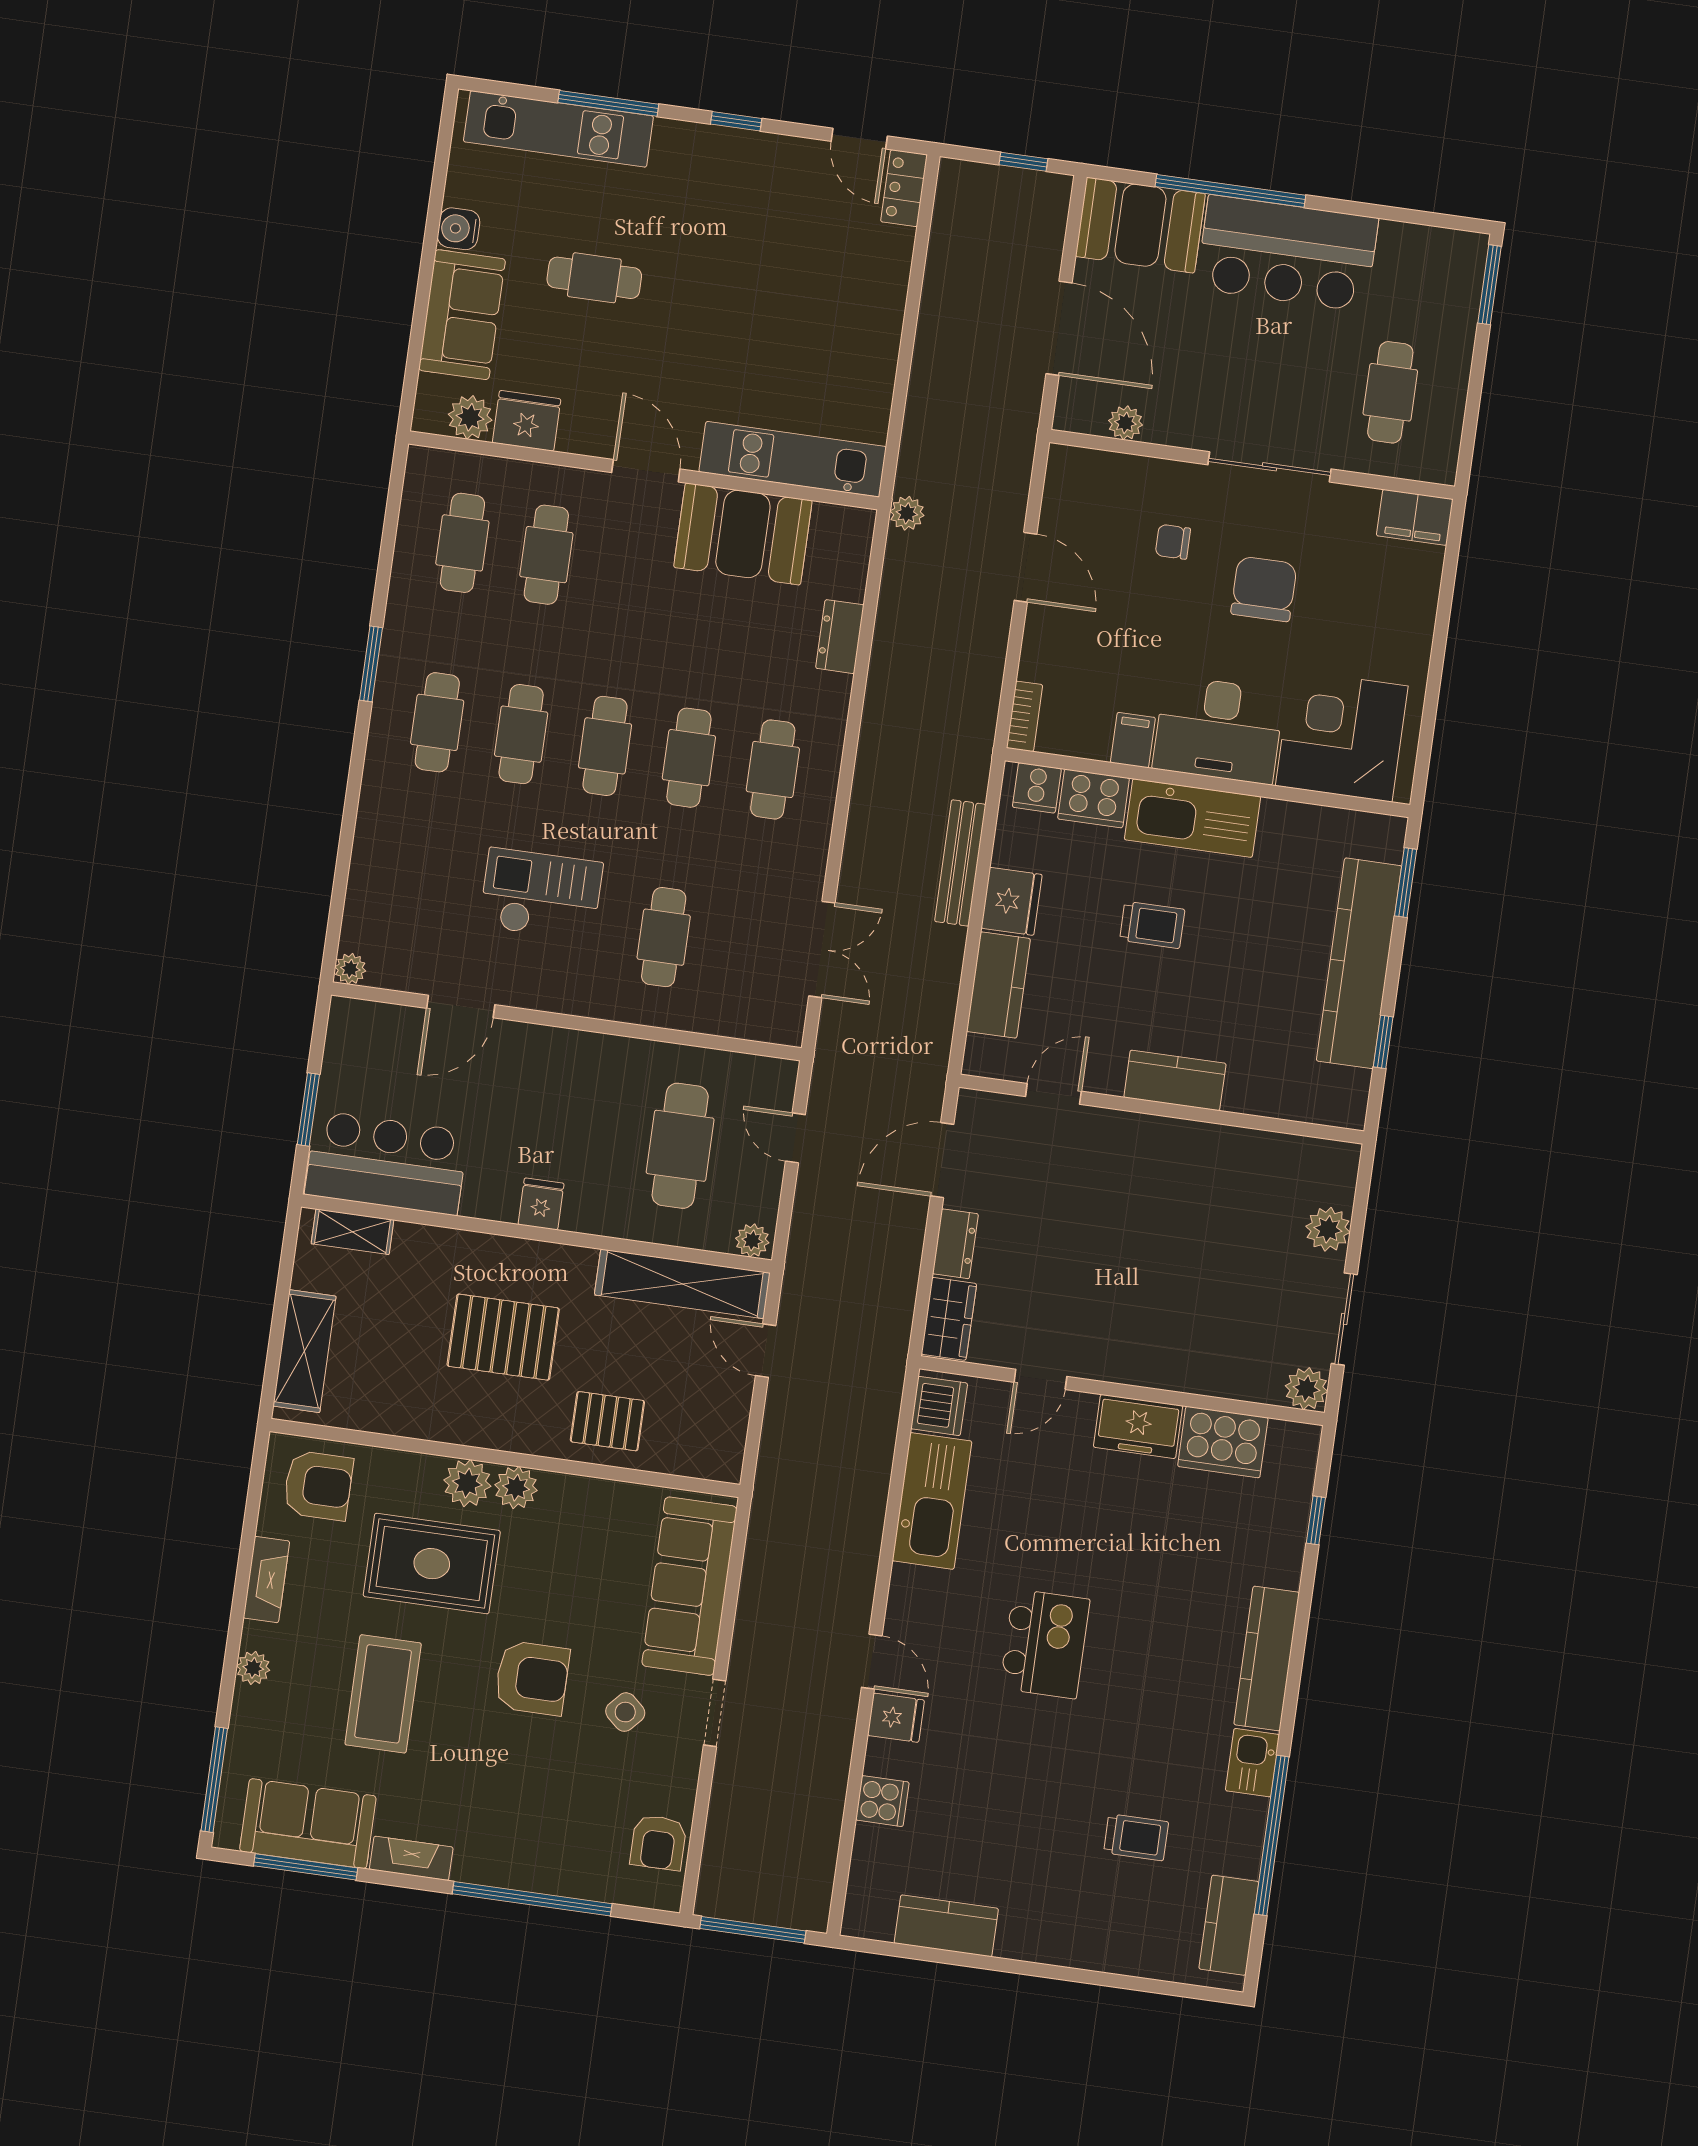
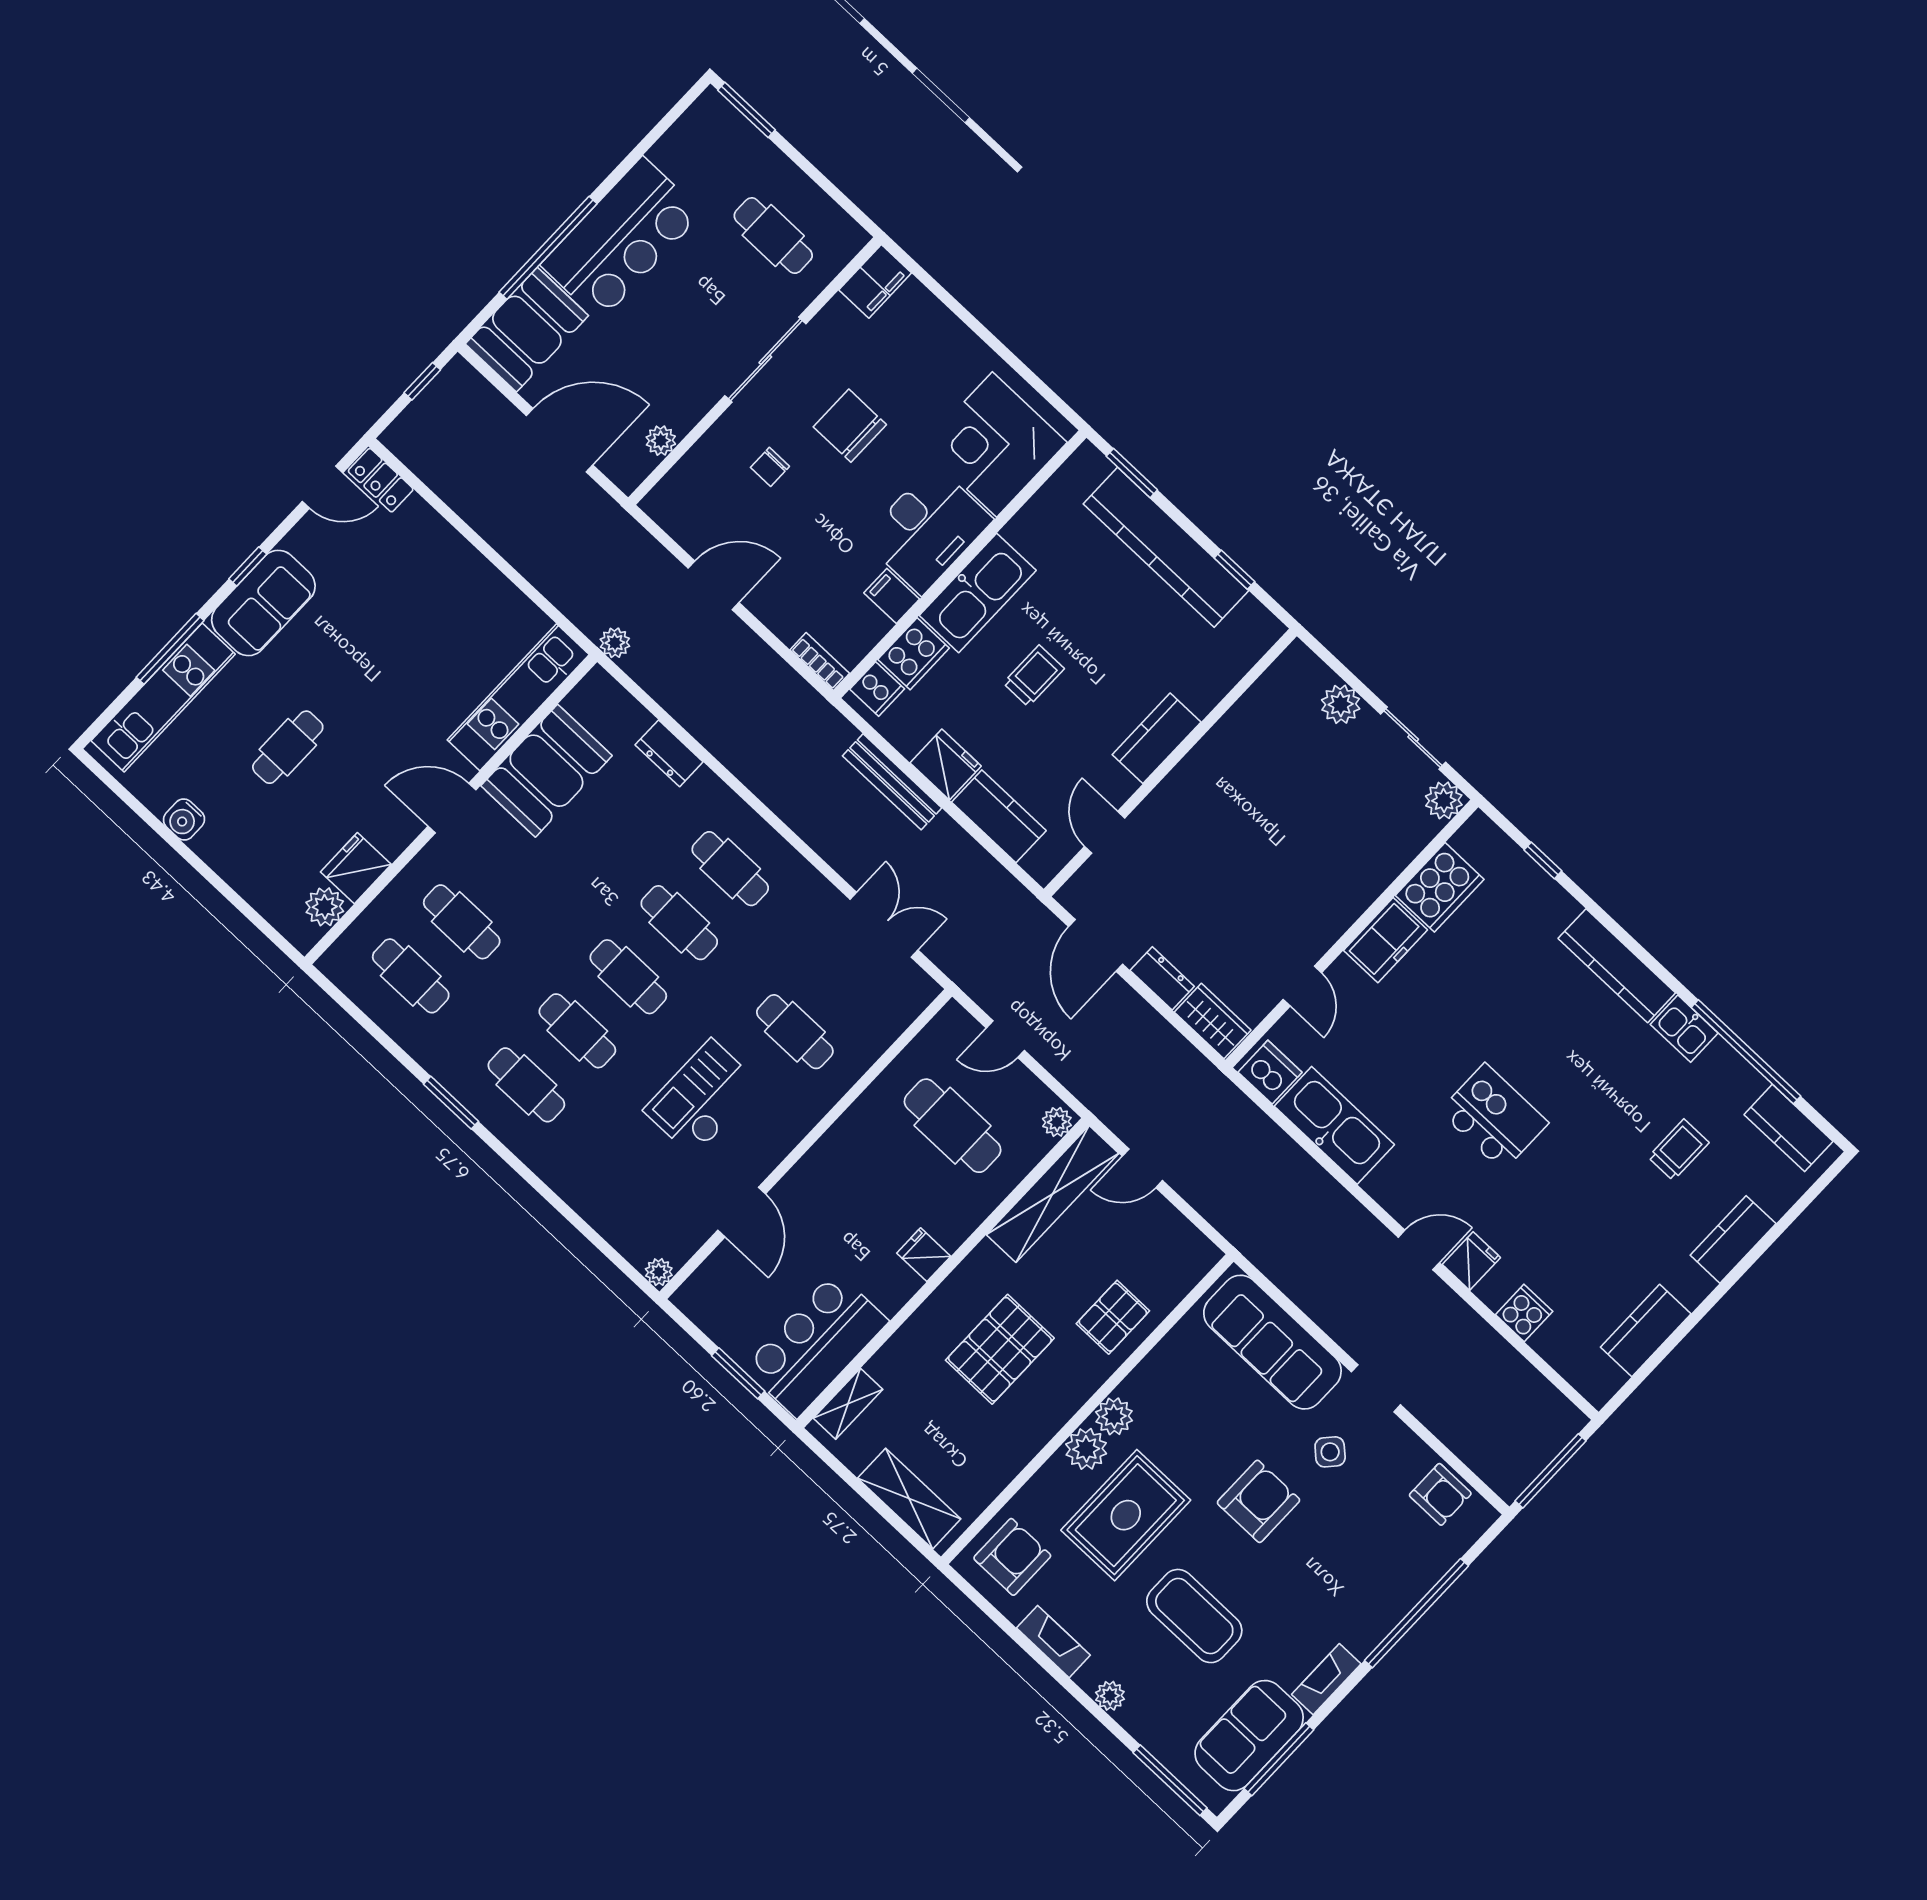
sofa: (462, 315) -> (263, 603), moved, turned 90
kitchen counter: (1089, 1947) -> (1733, 1239), added

